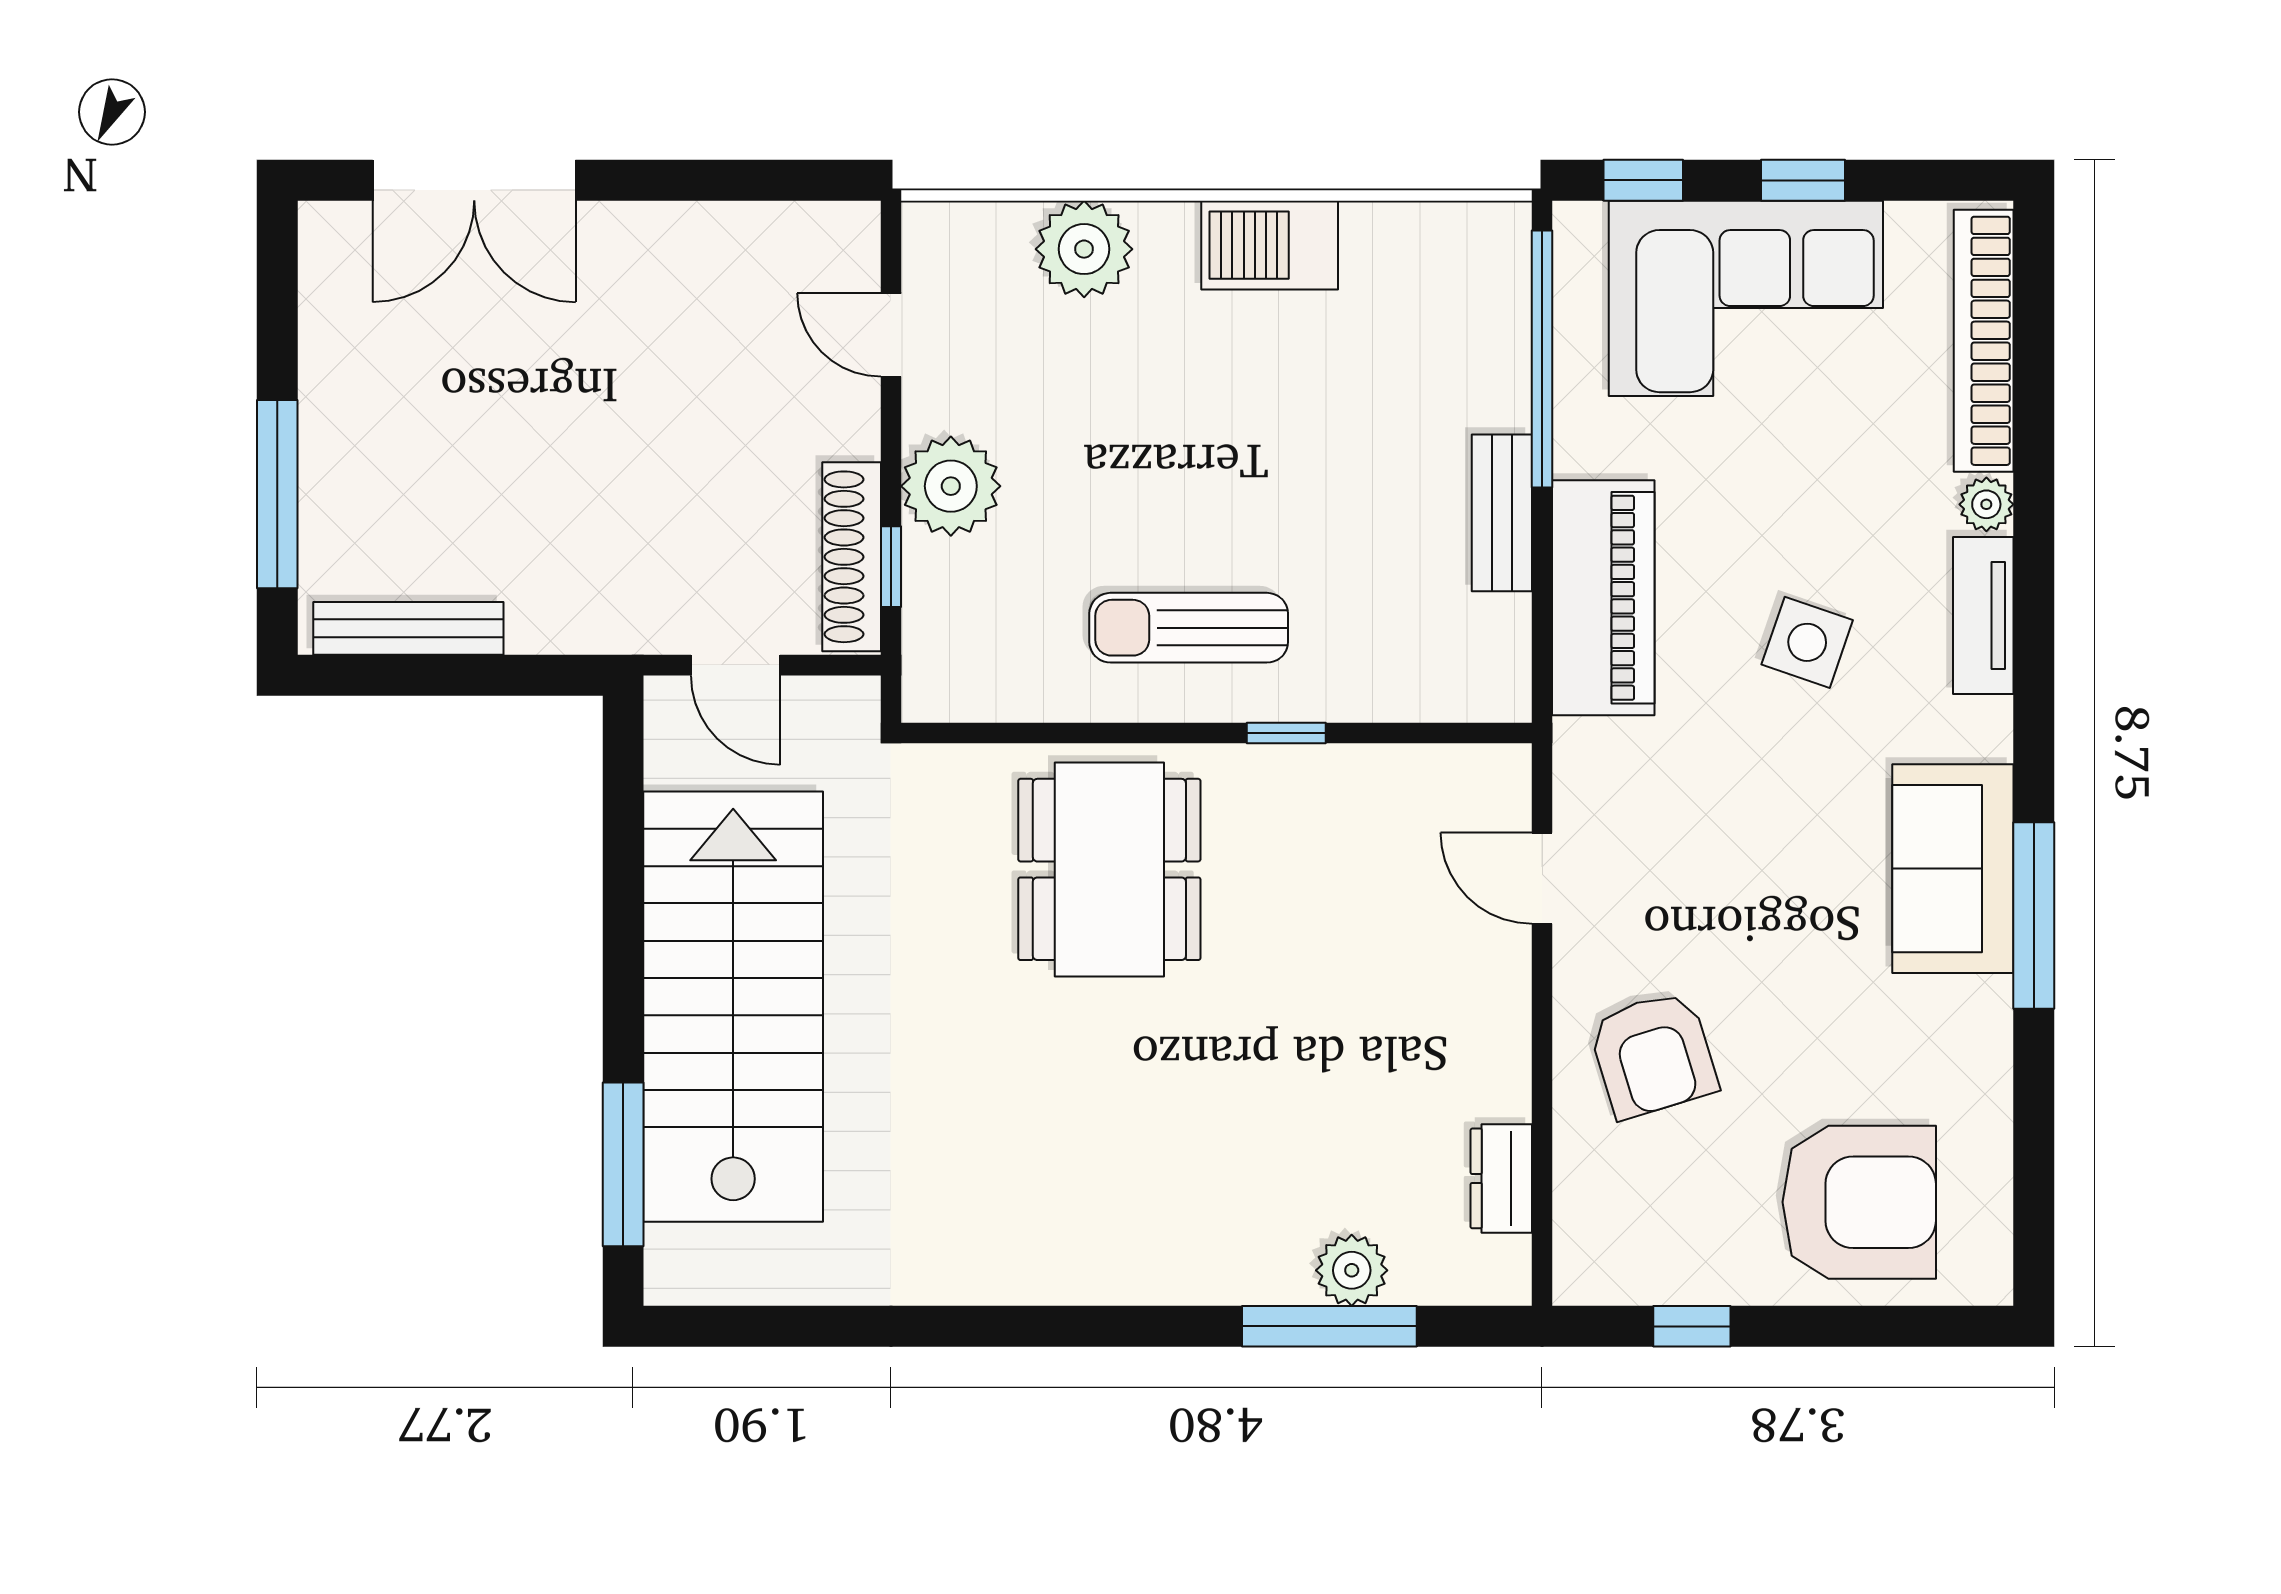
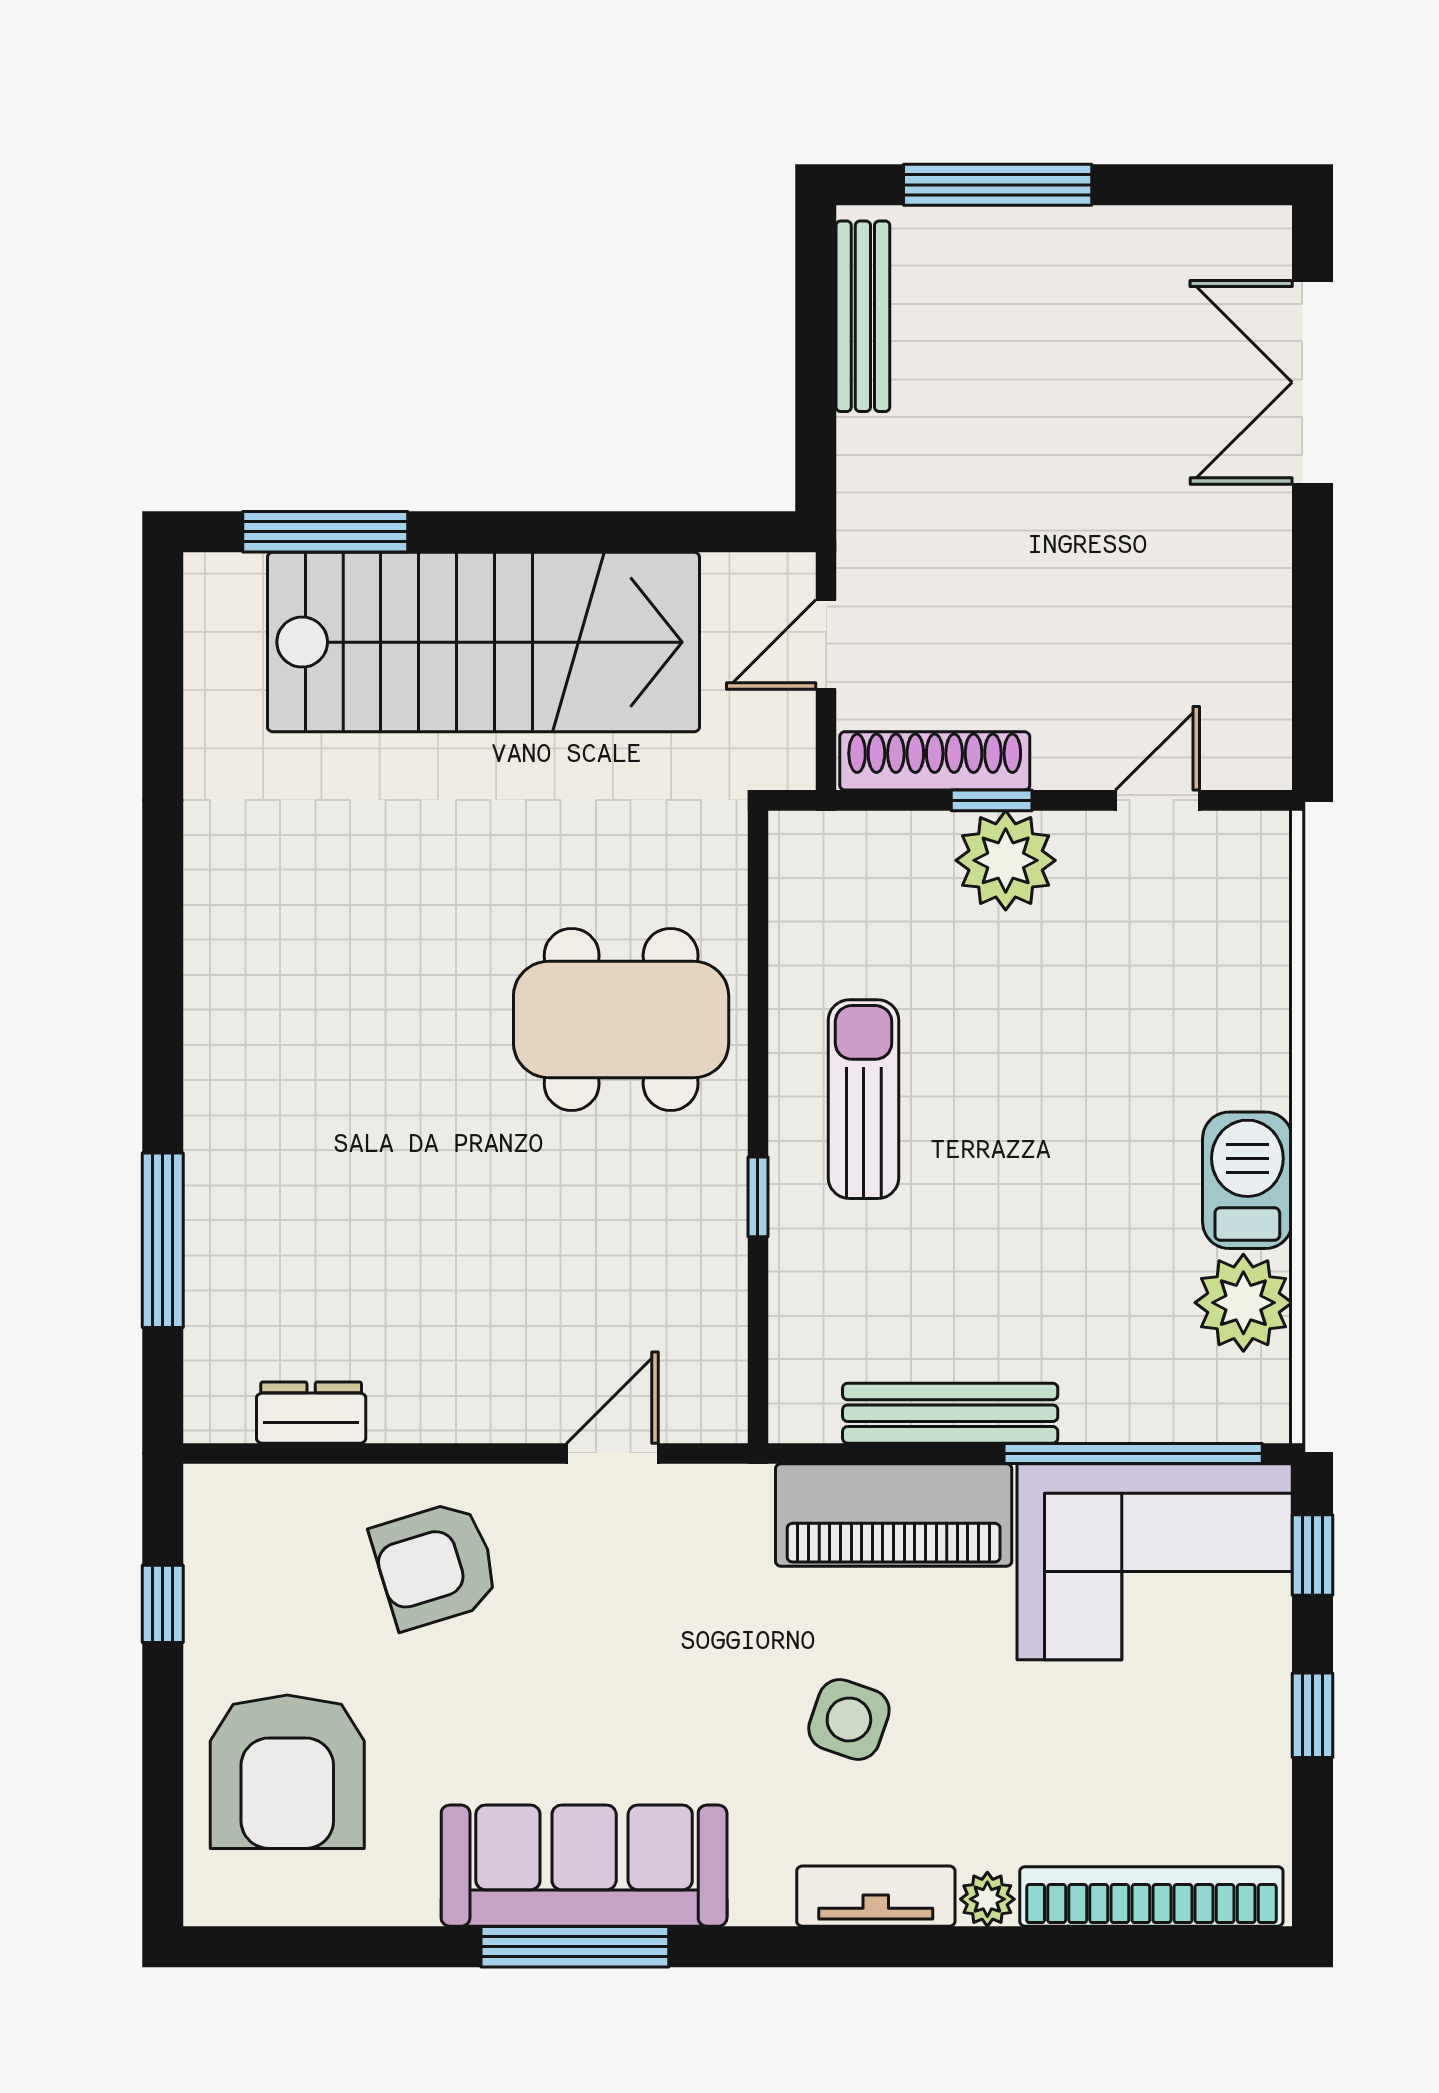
plant: (1084, 249) -> (1243, 1303), moved
corner sofa: (1746, 298) -> (1155, 1562), moved, turned -90
bench: (1502, 513) -> (950, 1413), width x1.36
window: (891, 567) -> (992, 800), moved
sofa: (1953, 869) -> (584, 1866), width x1.36
plant: (1352, 1270) -> (219, 1263), removed

